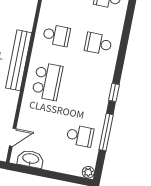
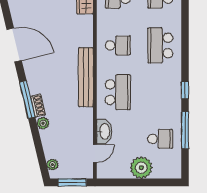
school desk: (98, 44) -> (160, 45), width x1.85
washbasin: (31, 159) -> (104, 131), moved, turned 90
plant: (88, 172) -> (141, 168), moved, width x1.88, depth x1.88

